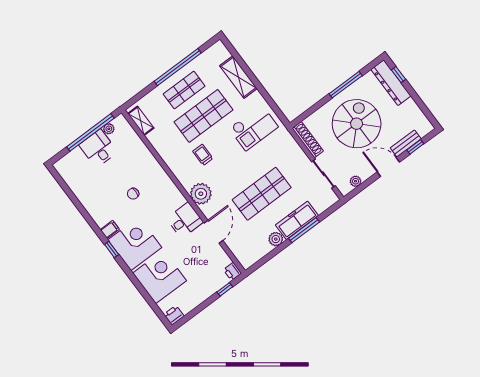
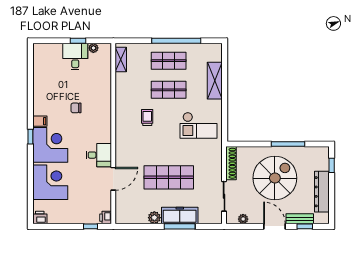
dresser: (391, 83) -> (322, 192), moved
shop shelf: (203, 116) -> (169, 90), width x0.70, depth x0.74
window: (90, 132) -> (78, 41), width x0.32
plant: (201, 194) -> (125, 145), removed

